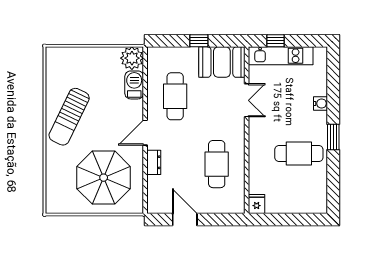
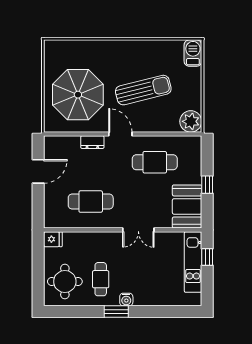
barbecue: (134, 85) -> (193, 53), moved, turned -90
double door: (247, 100) -> (138, 230), moved
water cooler: (320, 103) -> (126, 299), moved
sun lounger: (69, 117) -> (143, 90), moved, turned 140
cafe table: (299, 154) -> (101, 279), width x0.73, depth x0.74
round table: (301, 191) -> (65, 281), added

